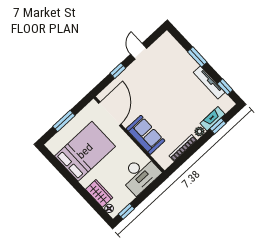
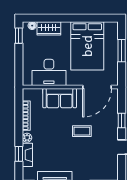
coffee table: (155, 94) -> (82, 131), added
door: (110, 114) -> (97, 87), hinge flipped
desk: (140, 174) -> (49, 72), moved, turned -90

